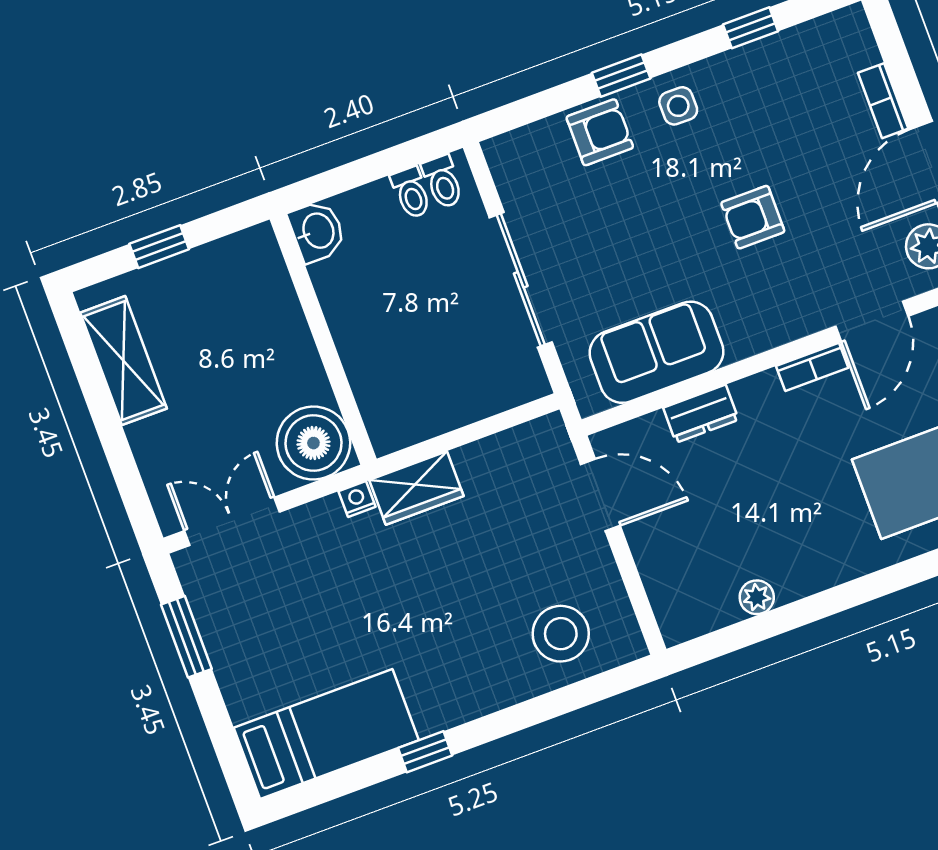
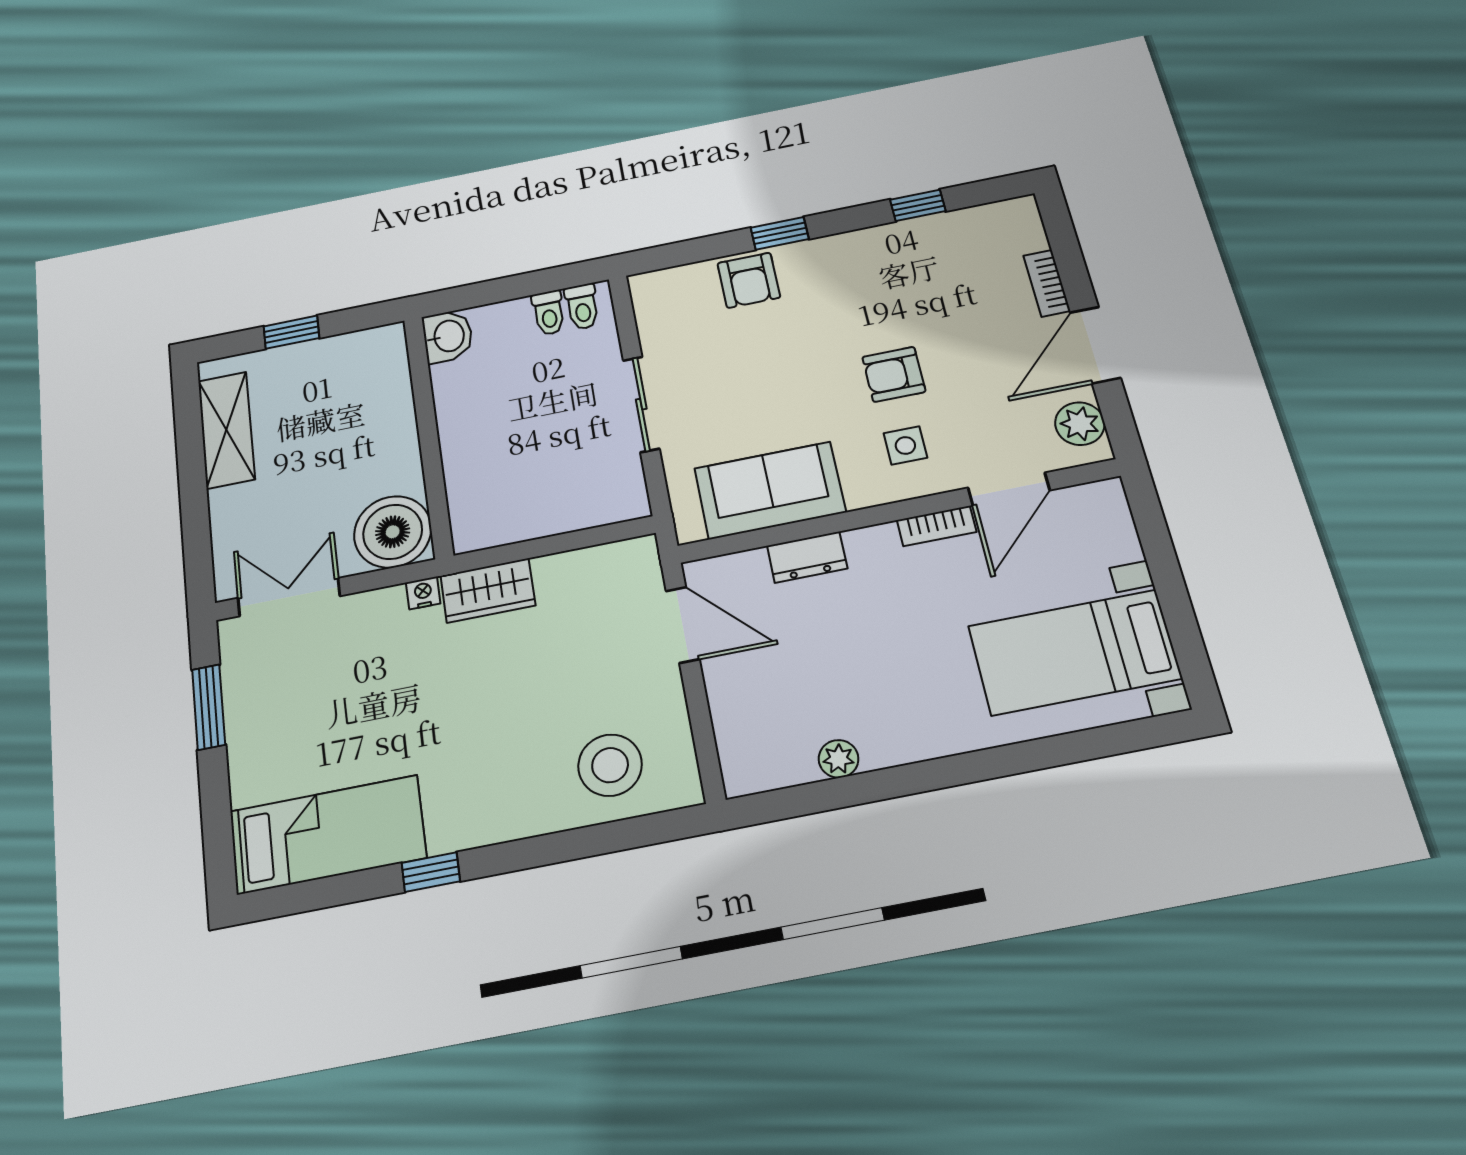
side table: (678, 106) -> (905, 445), moved
armchair: (600, 132) -> (749, 280), turned 90
sliding door: (521, 280) -> (641, 404), width x0.73

